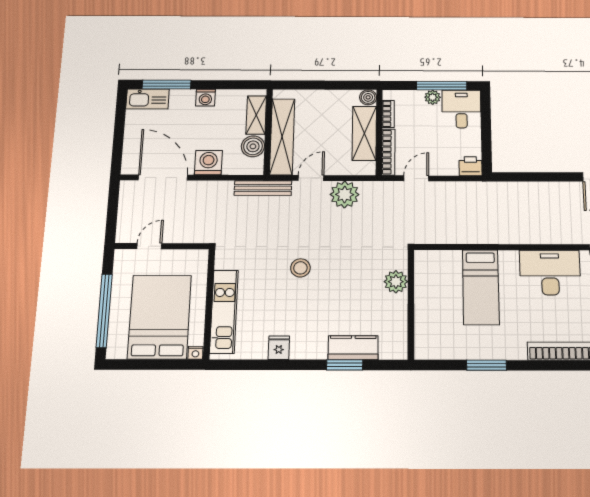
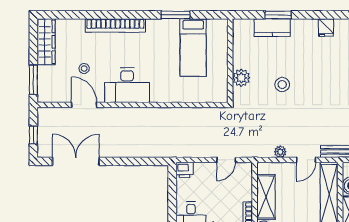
bookcase: (388, 152) -> (247, 181), removed
plant: (345, 194) -> (280, 152), width x0.53, depth x0.53
stool: (300, 268) -> (282, 85), moved
bed: (481, 287) -> (193, 48), moved, turned 180

